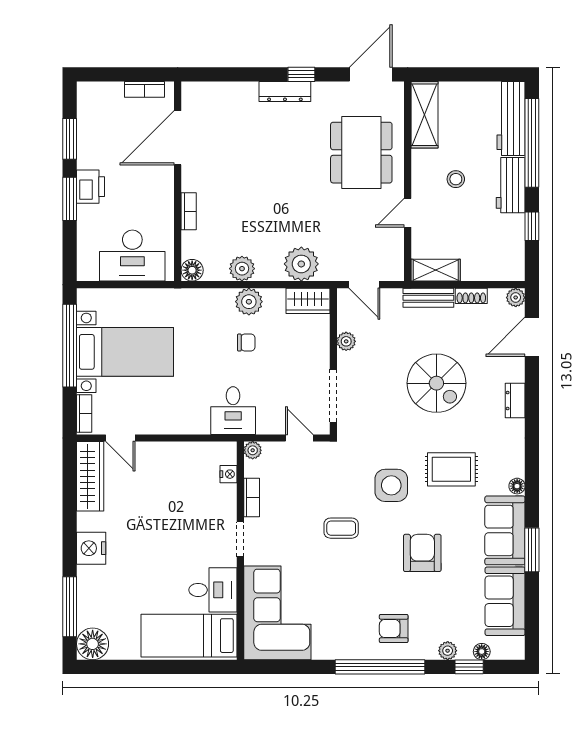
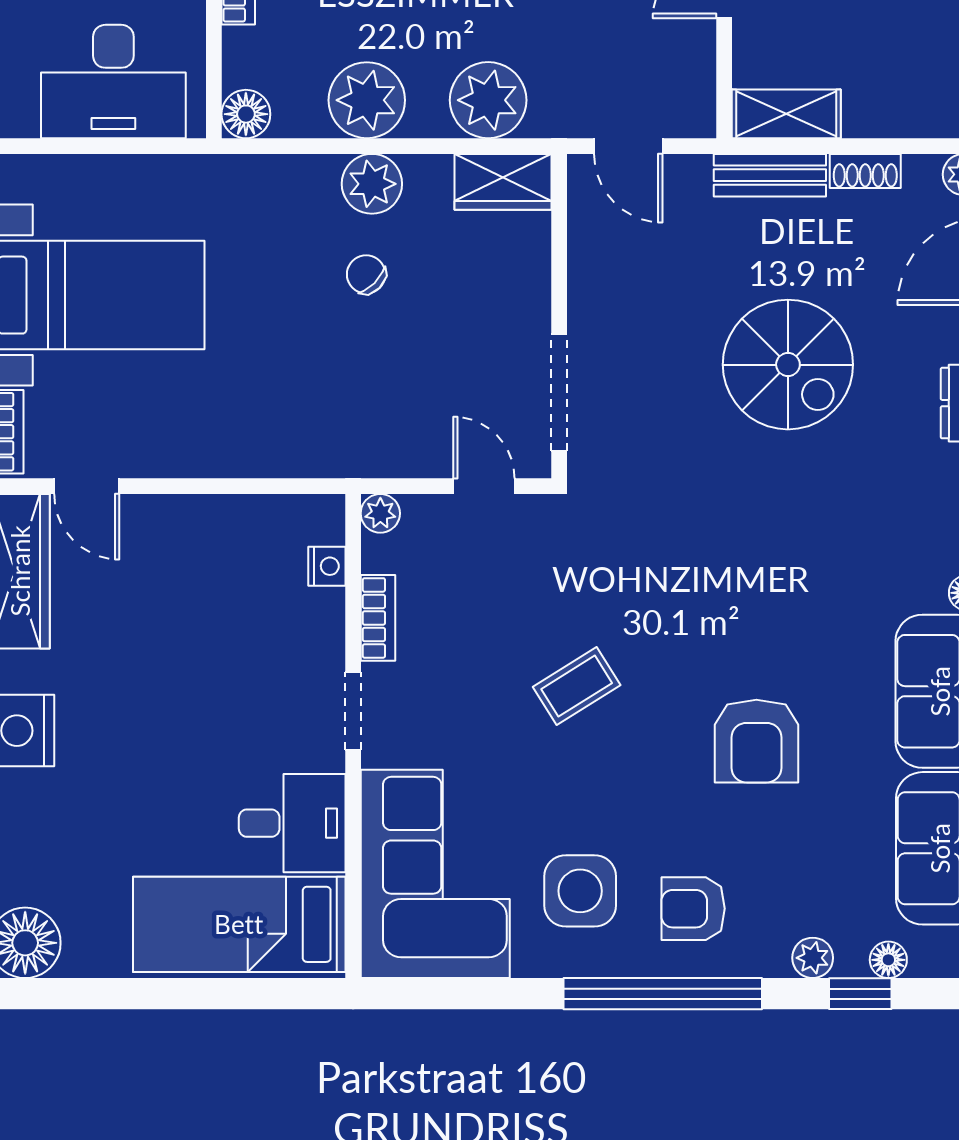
plant: (242, 269) -> (367, 100), width x1.36, depth x1.36
plant: (346, 341) -> (588, 272), removed
chair: (246, 343) -> (366, 274), turned -135
desk: (233, 411) -> (337, 425), removed
rug: (451, 469) -> (821, 556), removed
side table: (391, 485) -> (580, 891), moved
coffee table: (341, 528) -> (577, 686), turned -32
armchair: (422, 553) -> (756, 741), turned 180

